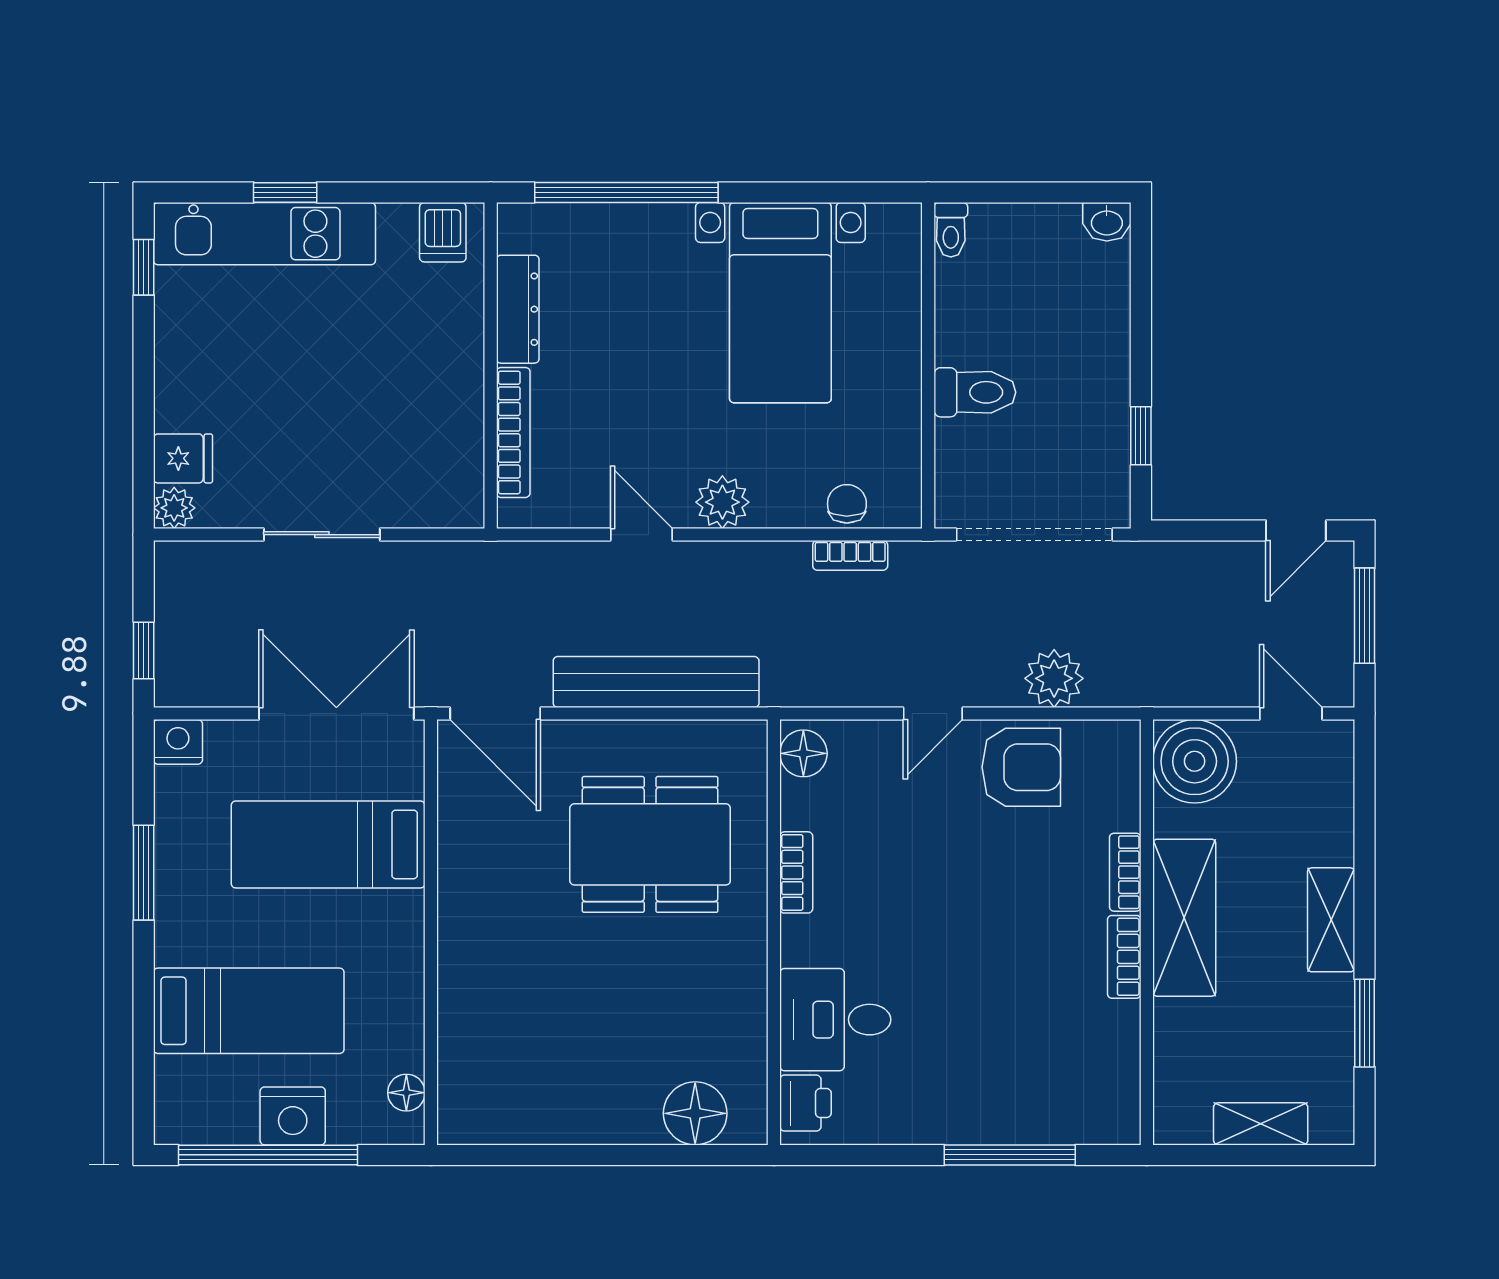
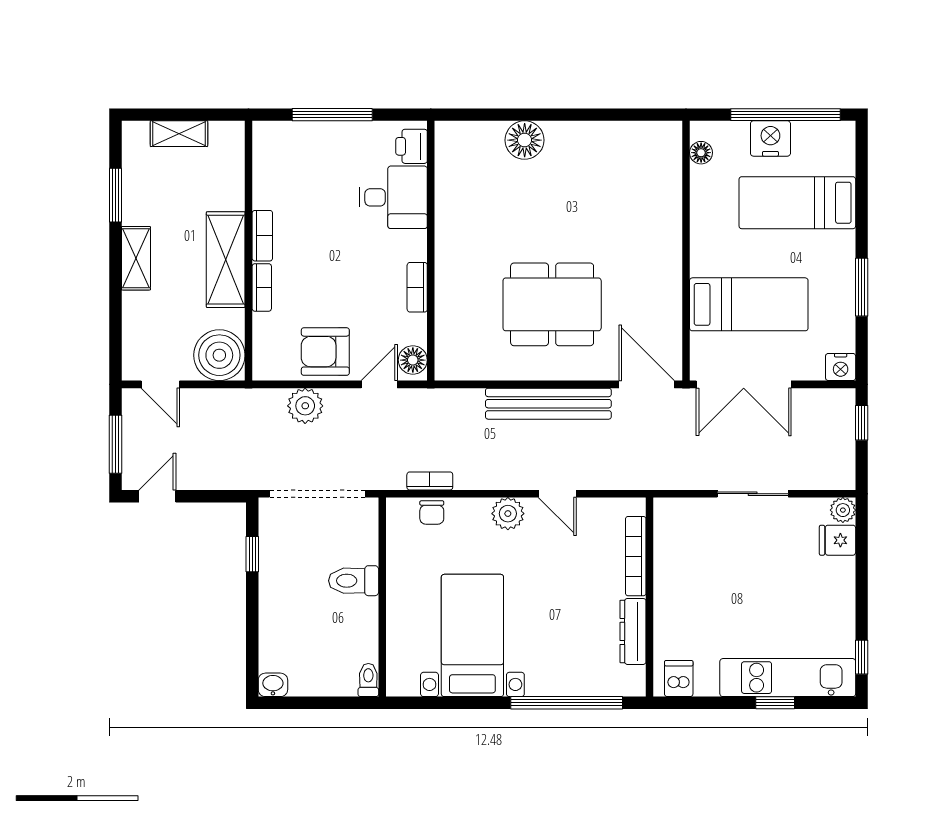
floor lamp: (803, 753) -> (413, 360), moved
bookcase: (796, 872) -> (417, 287), moved
wall: (774, 932) -> (431, 251), moved
desk: (835, 1020) -> (393, 197), moved
printer: (805, 1103) -> (412, 146), moved

